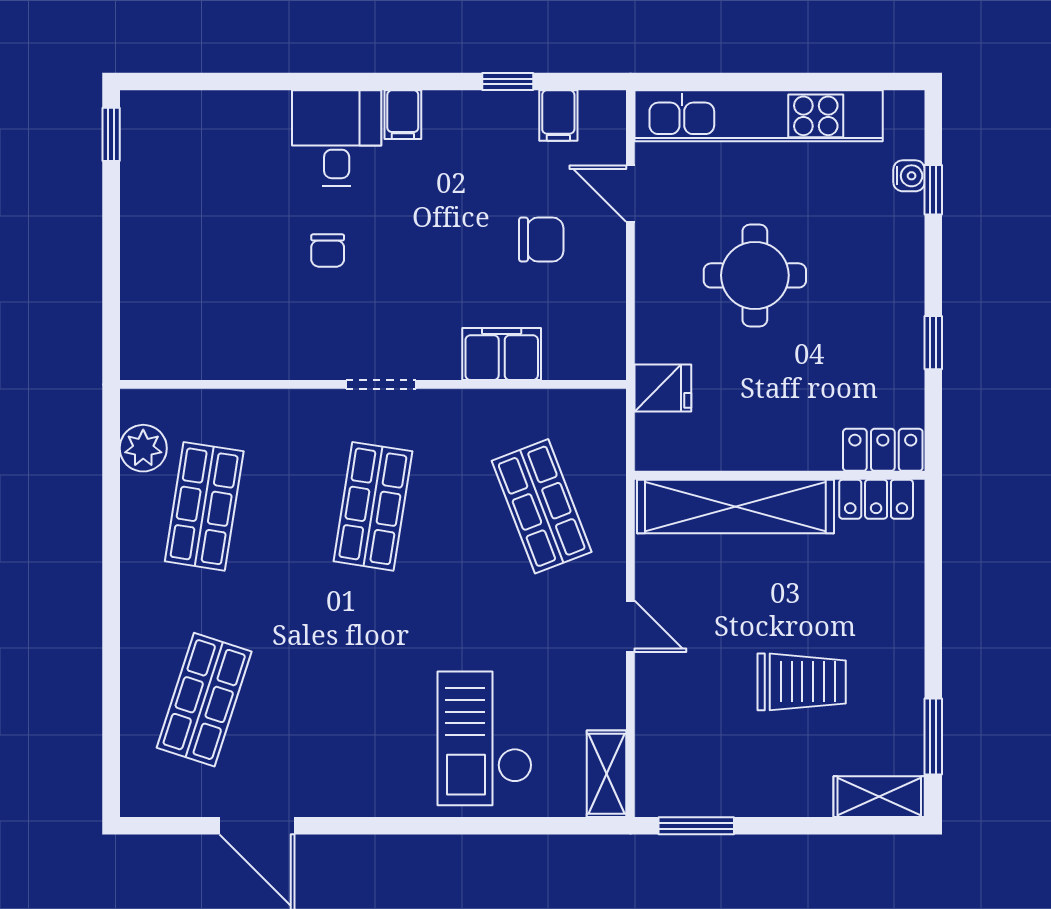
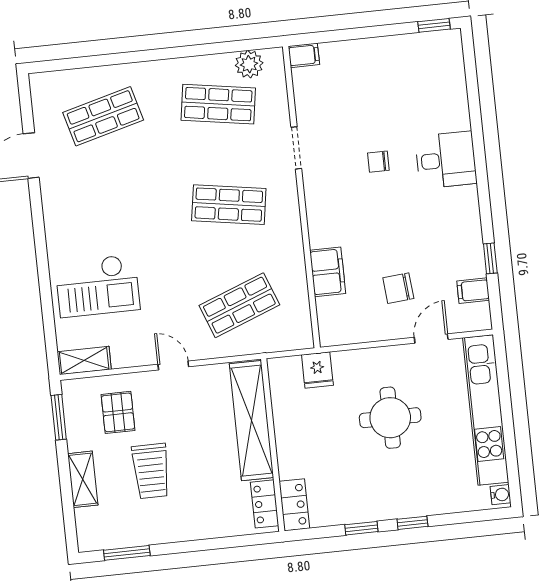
filing cabinet: (403, 115) -> (304, 55), moved, turned 180
water cooler: (909, 176) -> (500, 495), moved, turned -90
window: (933, 190) -> (412, 523), moved
chair: (541, 239) -> (398, 288), turned 85
doorway: (381, 384) -> (296, 148), moved
door: (630, 626) -> (173, 366), swing flipped
shop shelf: (204, 700) -> (103, 116), turned -33
pallet: (699, 727) -> (118, 412), added
checkout: (485, 738) -> (98, 286), turned 180
shelving: (879, 797) -> (83, 479), moved

